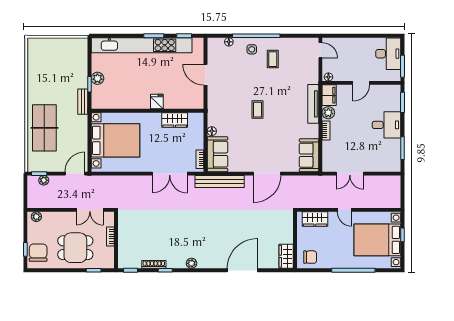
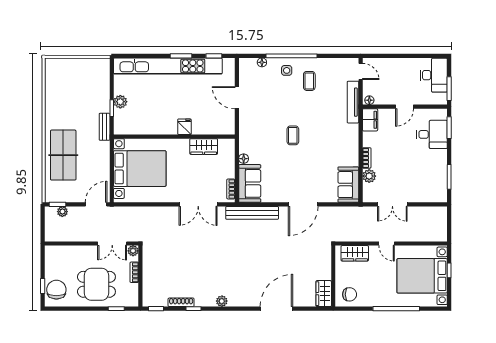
tv unit: (313, 104) -> (353, 102), moved
plant: (328, 113) -> (369, 176), moved
desk: (386, 125) -> (432, 134), moved
plant: (36, 217) -> (133, 251), moved

